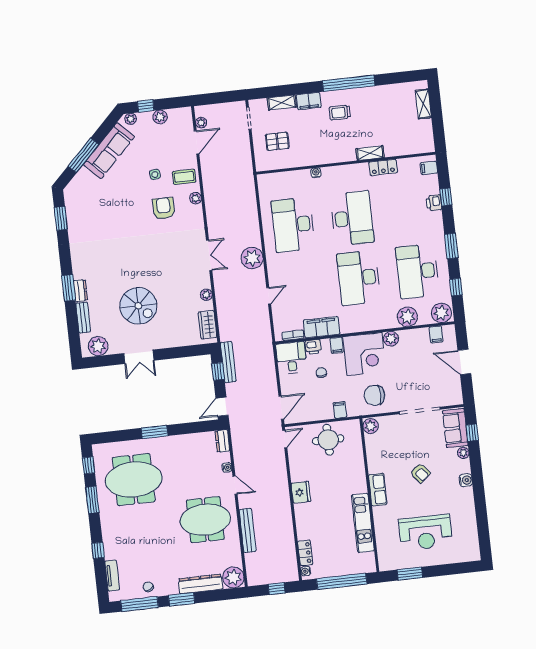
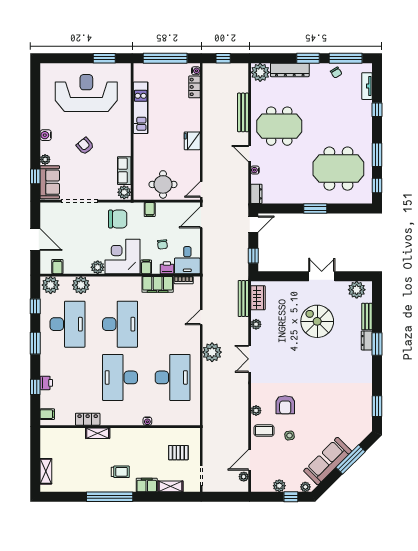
bench: (228, 362) -> (243, 298), moved
row of seats: (378, 490) -> (124, 171), moved
reception desk: (425, 533) -> (86, 93), width x1.36, depth x1.30

